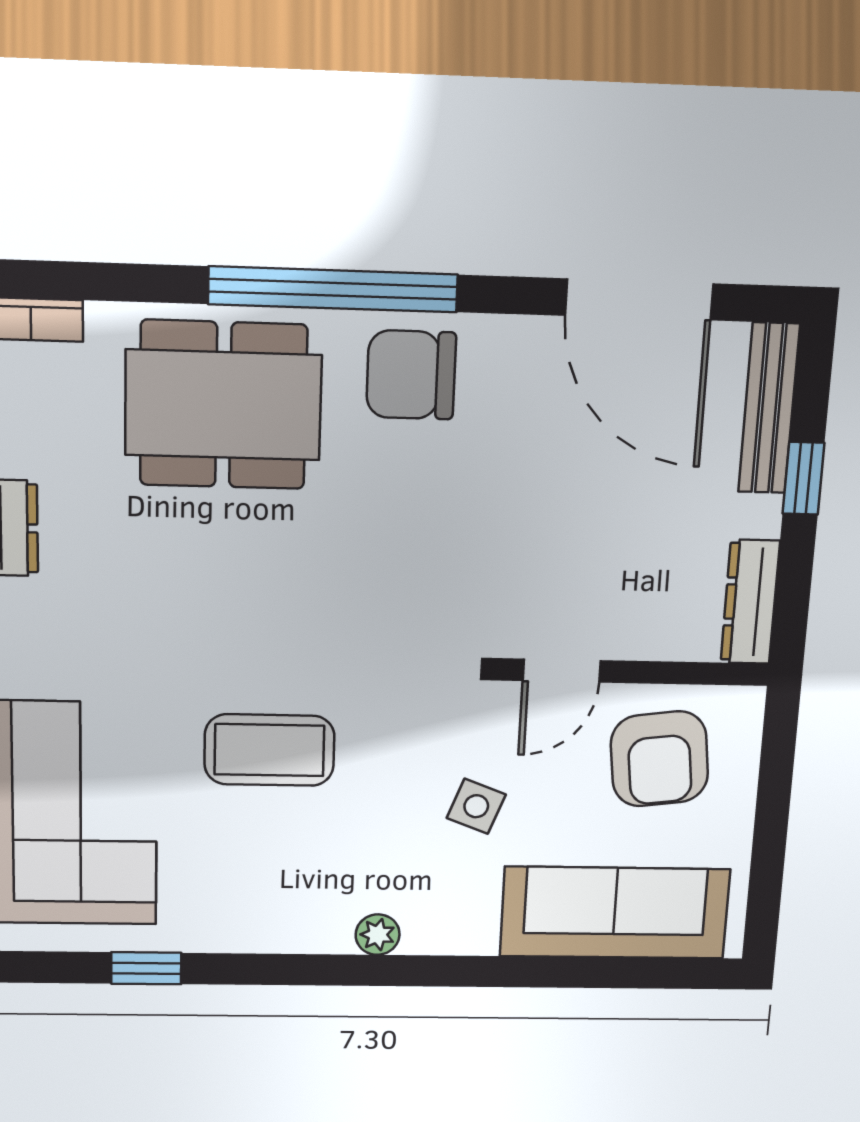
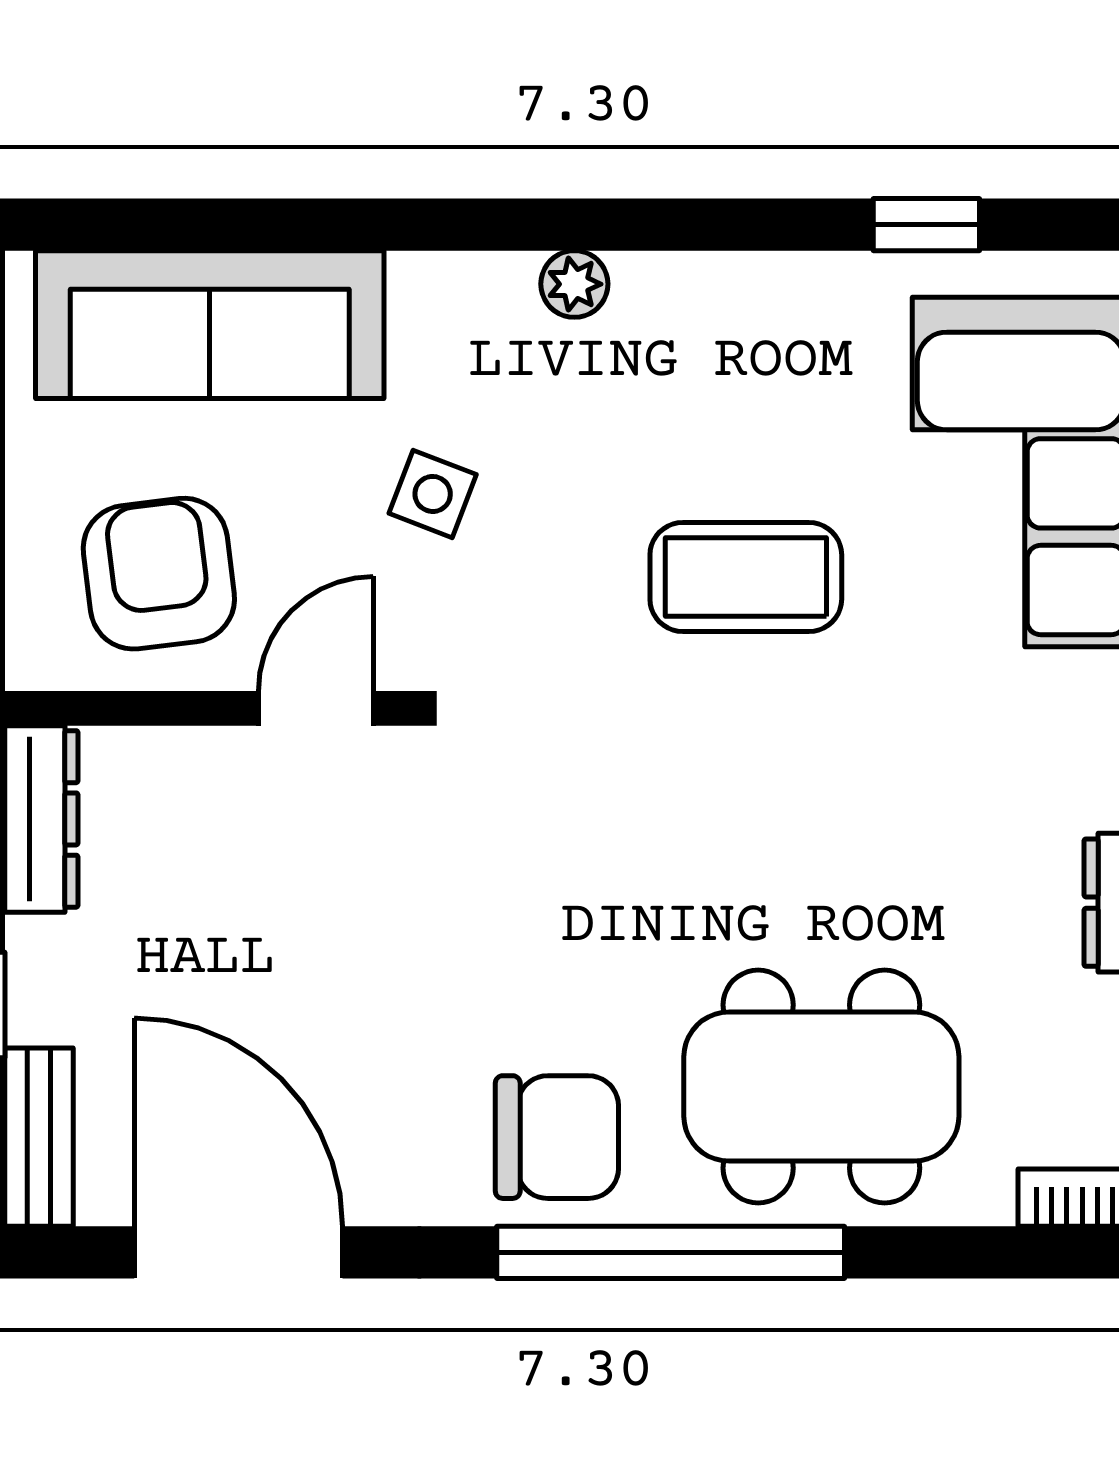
bench: (769, 408) -> (39, 1137), width x0.73

